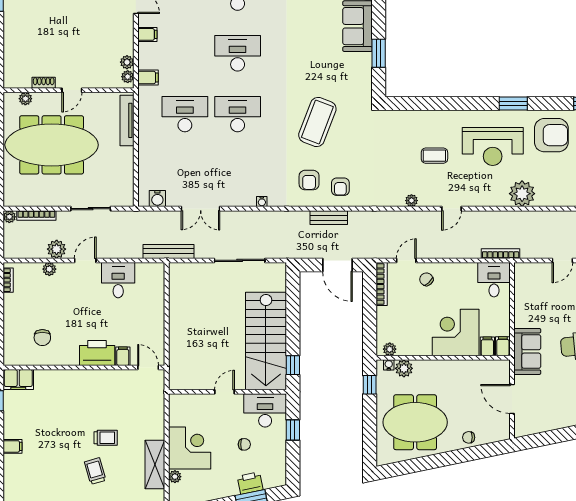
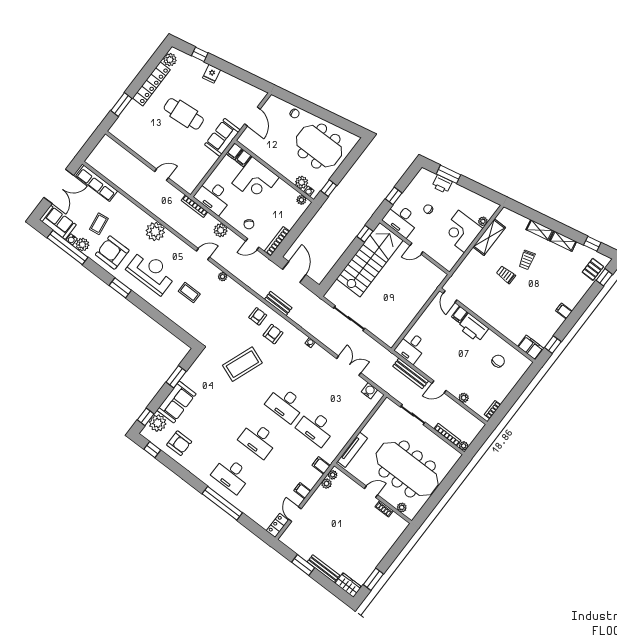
plant: (57, 249) -> (221, 230), moved
bench: (168, 251) -> (411, 374), moved
desk: (118, 280) -> (411, 347), moved
desk: (494, 280) -> (213, 197), width x1.37

